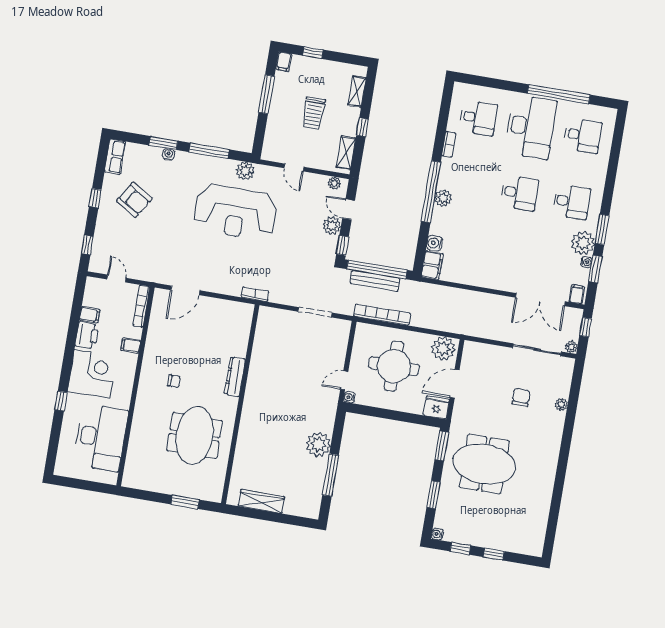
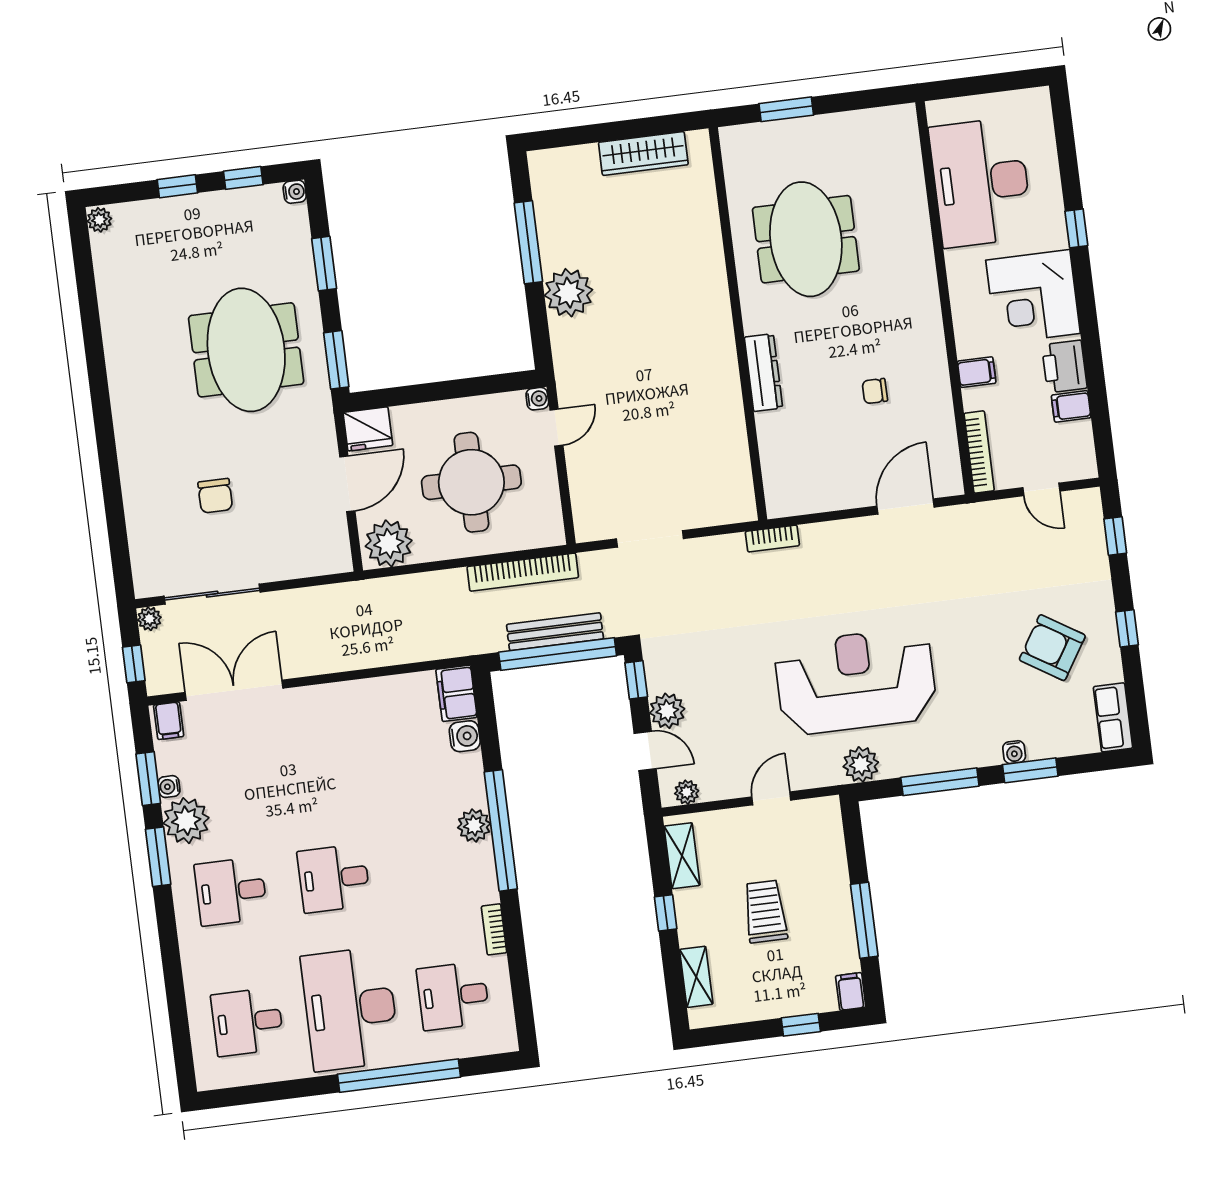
window: (559, 94) -> (399, 1076), moved
door: (294, 168) -> (771, 798), hinge flipped
chair: (174, 381) -> (875, 391), moved
plant: (561, 405) -> (99, 220), moved
meeting table: (484, 464) -> (246, 350), turned 90

